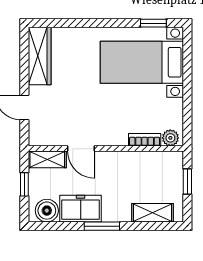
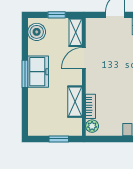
freezer: (81, 209) -> (38, 72), moved
shelving: (152, 213) -> (75, 102), moved

